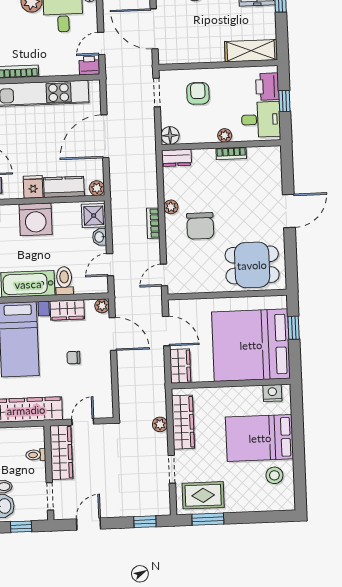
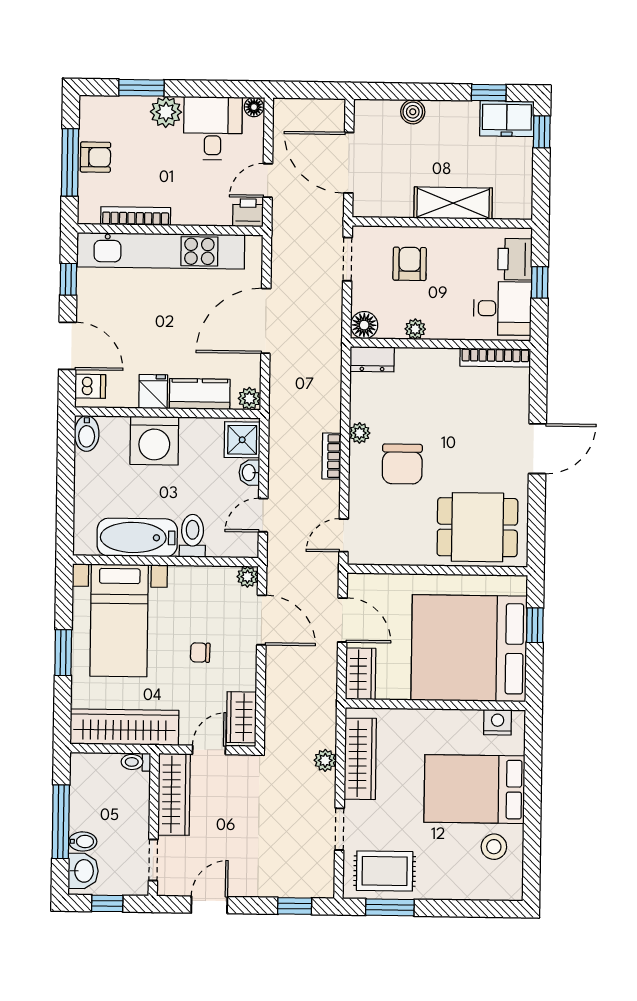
shelving: (251, 51) -> (453, 203), moved
plant: (225, 135) -> (415, 329), moved
bookcase: (231, 153) -> (495, 358), moved, width x1.56
wardrobe: (67, 310) -> (241, 717), moved, turned 90
toilet: (36, 455) -> (136, 762), moved

